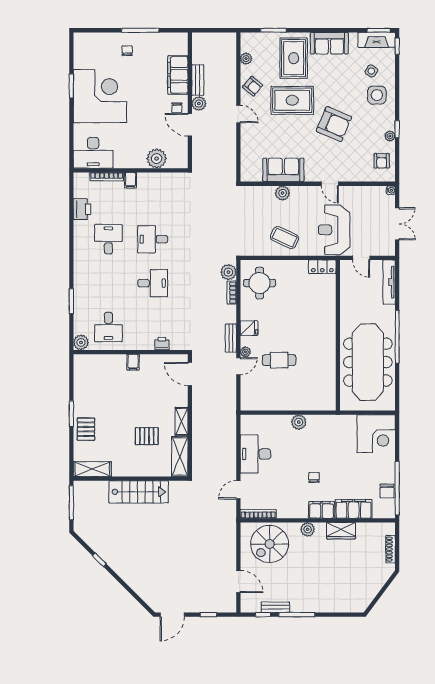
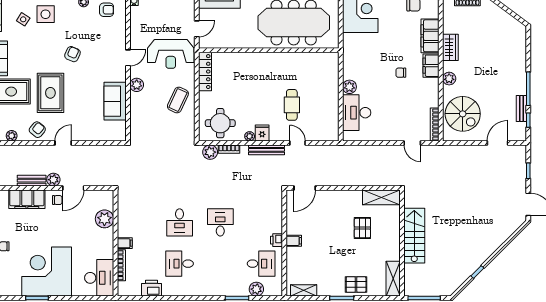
armchair: (334, 124) -> (72, 54), width x0.53, depth x0.53
plant: (282, 193) -> (137, 85), moved
locker: (322, 267) -> (205, 72), width x1.53
bench: (231, 338) -> (267, 150), width x1.36
plant: (81, 342) -> (256, 289), moved
printer: (162, 344) -> (277, 240), moved
plant: (245, 352) -> (250, 136), moved
shelving: (182, 421) -> (304, 290), moved
desk: (255, 454) -> (357, 113), moved, turned 90

